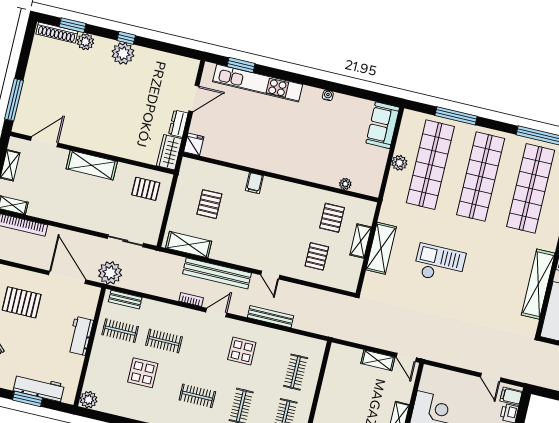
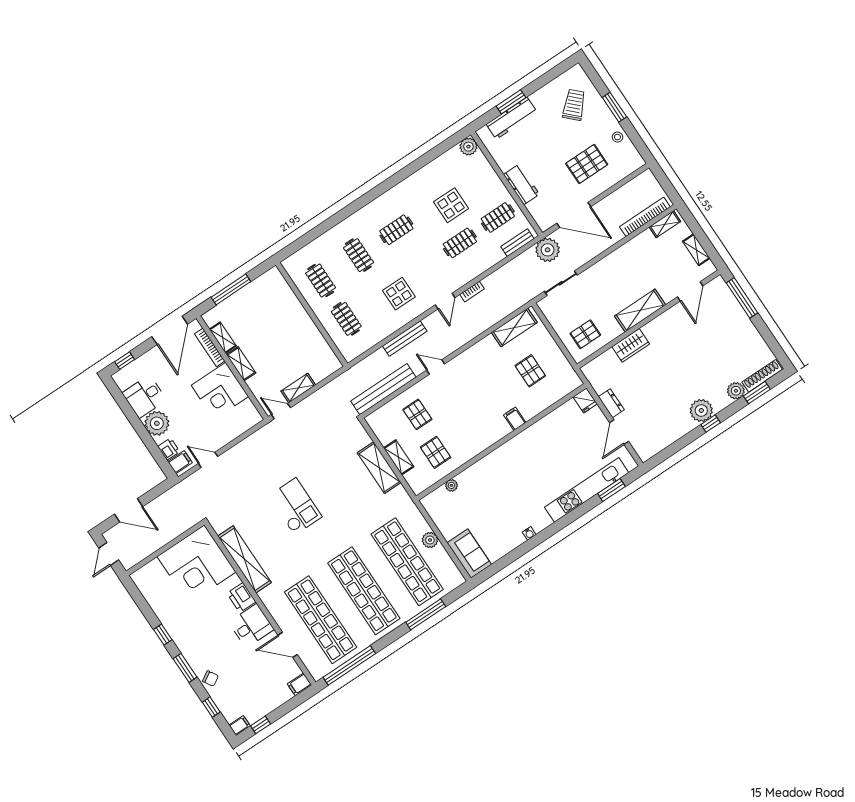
wardrobe: (169, 152) -> (631, 345), moved, turned 90
checkout: (440, 264) -> (295, 506), moved, turned -90
bench: (217, 273) -> (383, 389), moved

